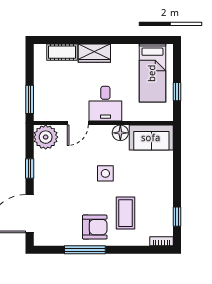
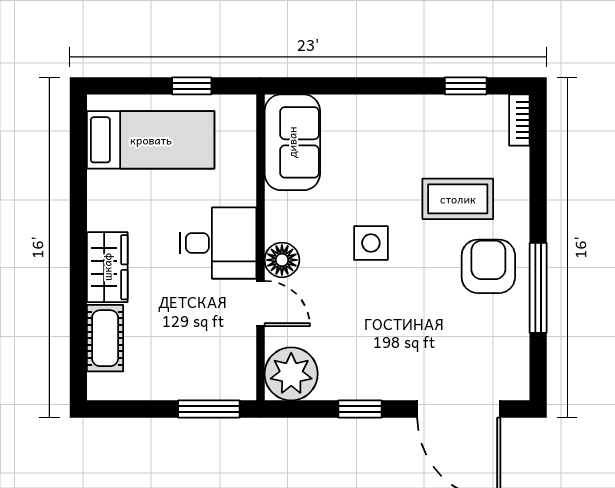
floor lamp: (120, 133) -> (282, 260), moved

